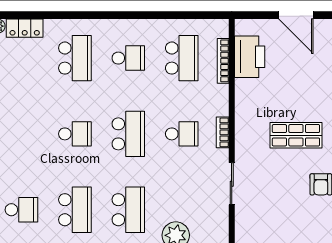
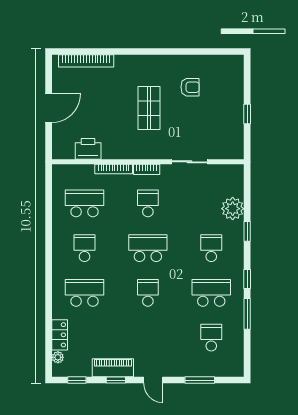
printer: (250, 57) -> (88, 149), width x0.73, depth x0.84
bookcase: (223, 61) -> (114, 169), moved
school desk: (128, 210) -> (211, 248), width x0.54

